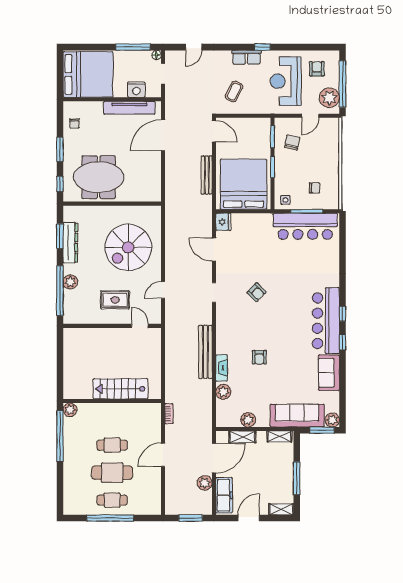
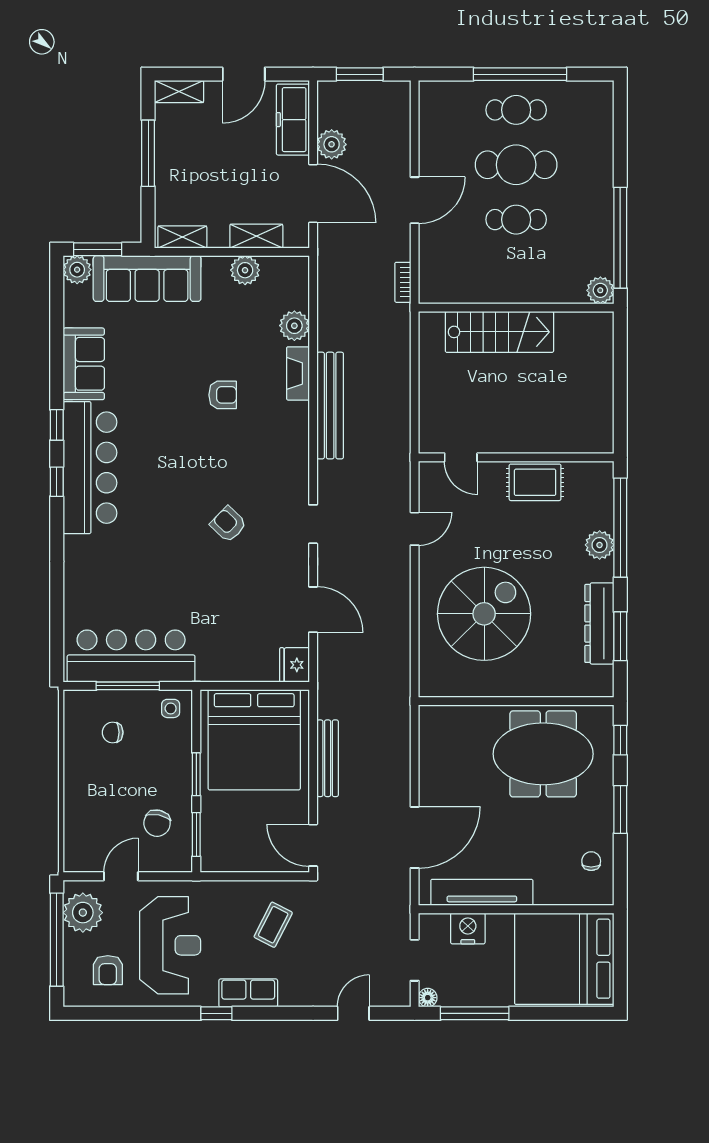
rug: (115, 300) -> (535, 482), moved
armchair: (259, 357) -> (223, 395), turned 90
door: (214, 458) -> (313, 193), swing flipped

